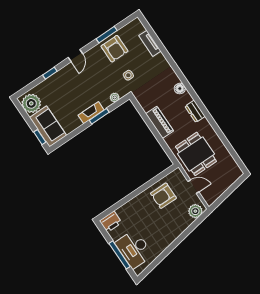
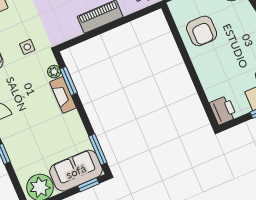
fireplace: (91, 113) -> (63, 95), moved
window: (99, 116) -> (69, 81), moved
window: (66, 139) -> (98, 149), added

